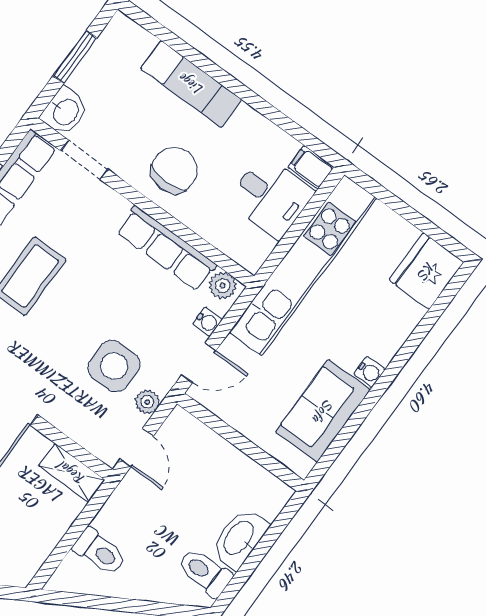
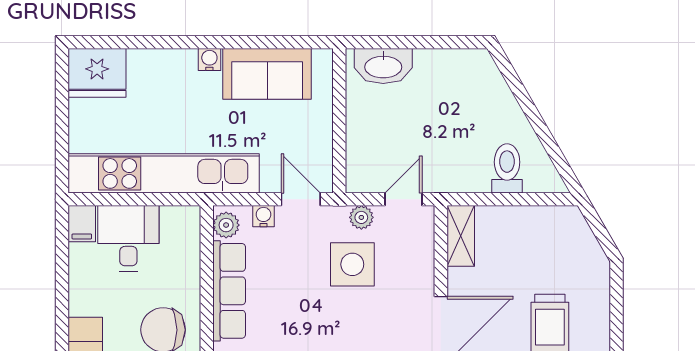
washbasin: (239, 538) -> (383, 66), moved
toilet: (204, 572) -> (463, 74), removed

